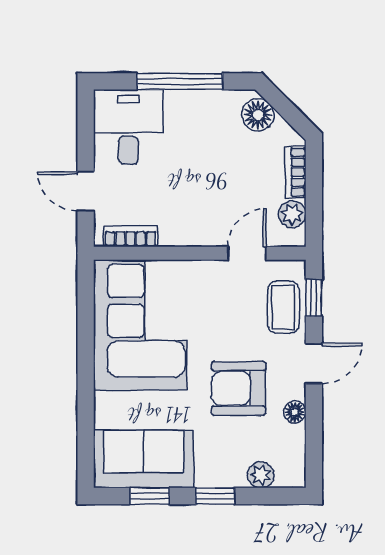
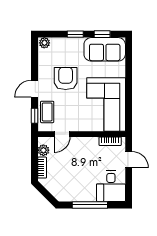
floor lamp: (258, 115) -> (58, 191), removed
armchair: (238, 388) -> (66, 78), turned -90
floor lamp: (295, 412) -> (42, 69), removed
plant: (261, 475) -> (44, 43), moved

